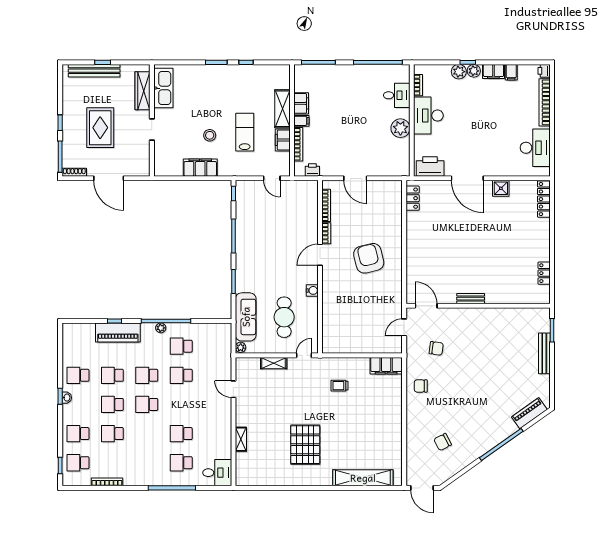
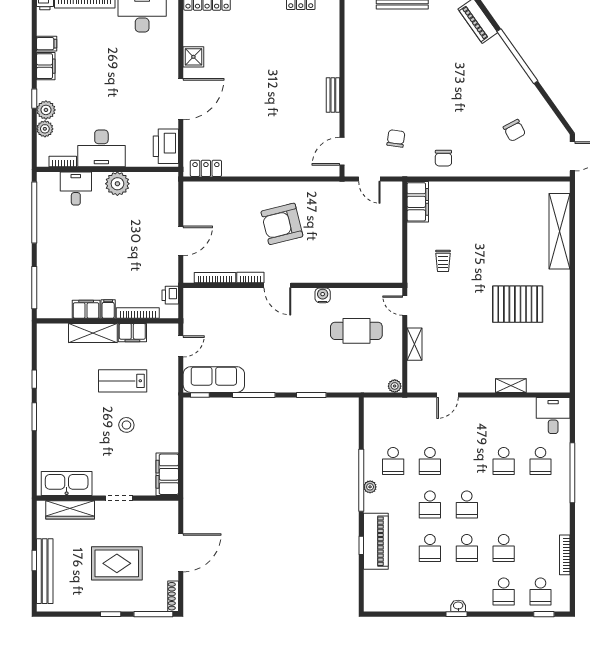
plant: (474, 71) -> (45, 129), moved
filing cabinet: (200, 168) -> (167, 474), moved
sofa: (246, 317) -> (214, 380), moved
school desk: (78, 375) -> (430, 592), removed

